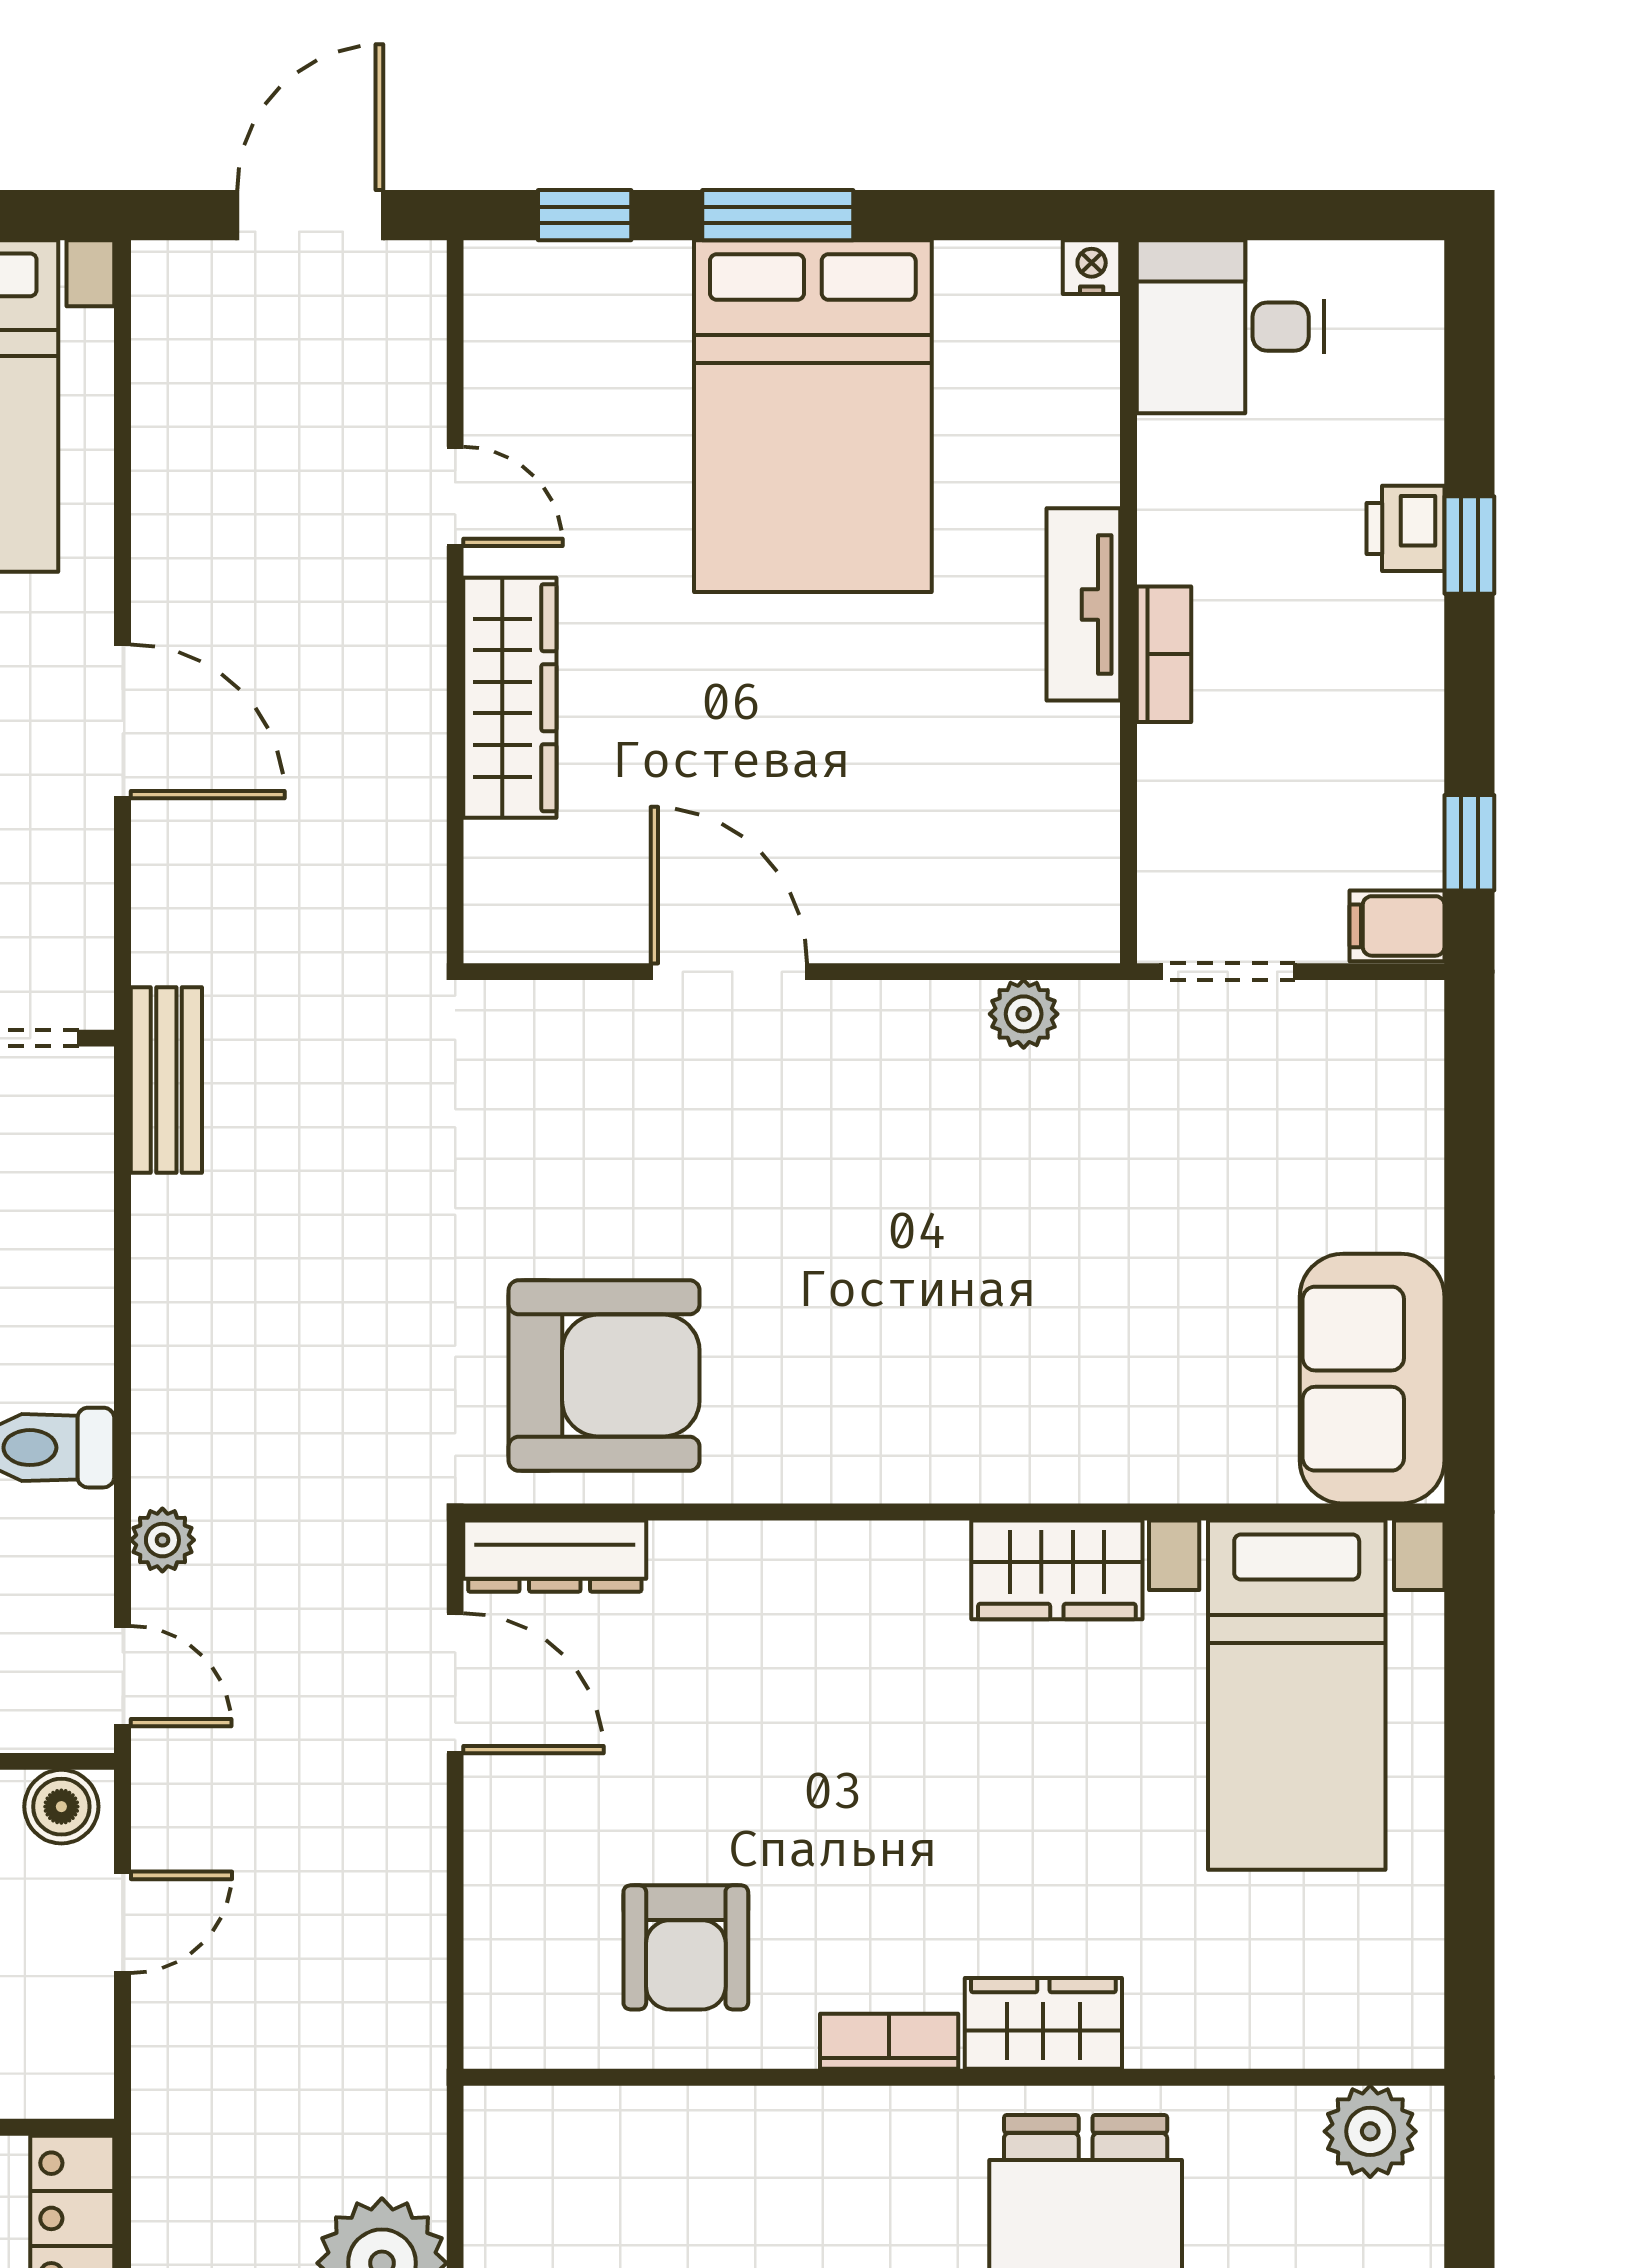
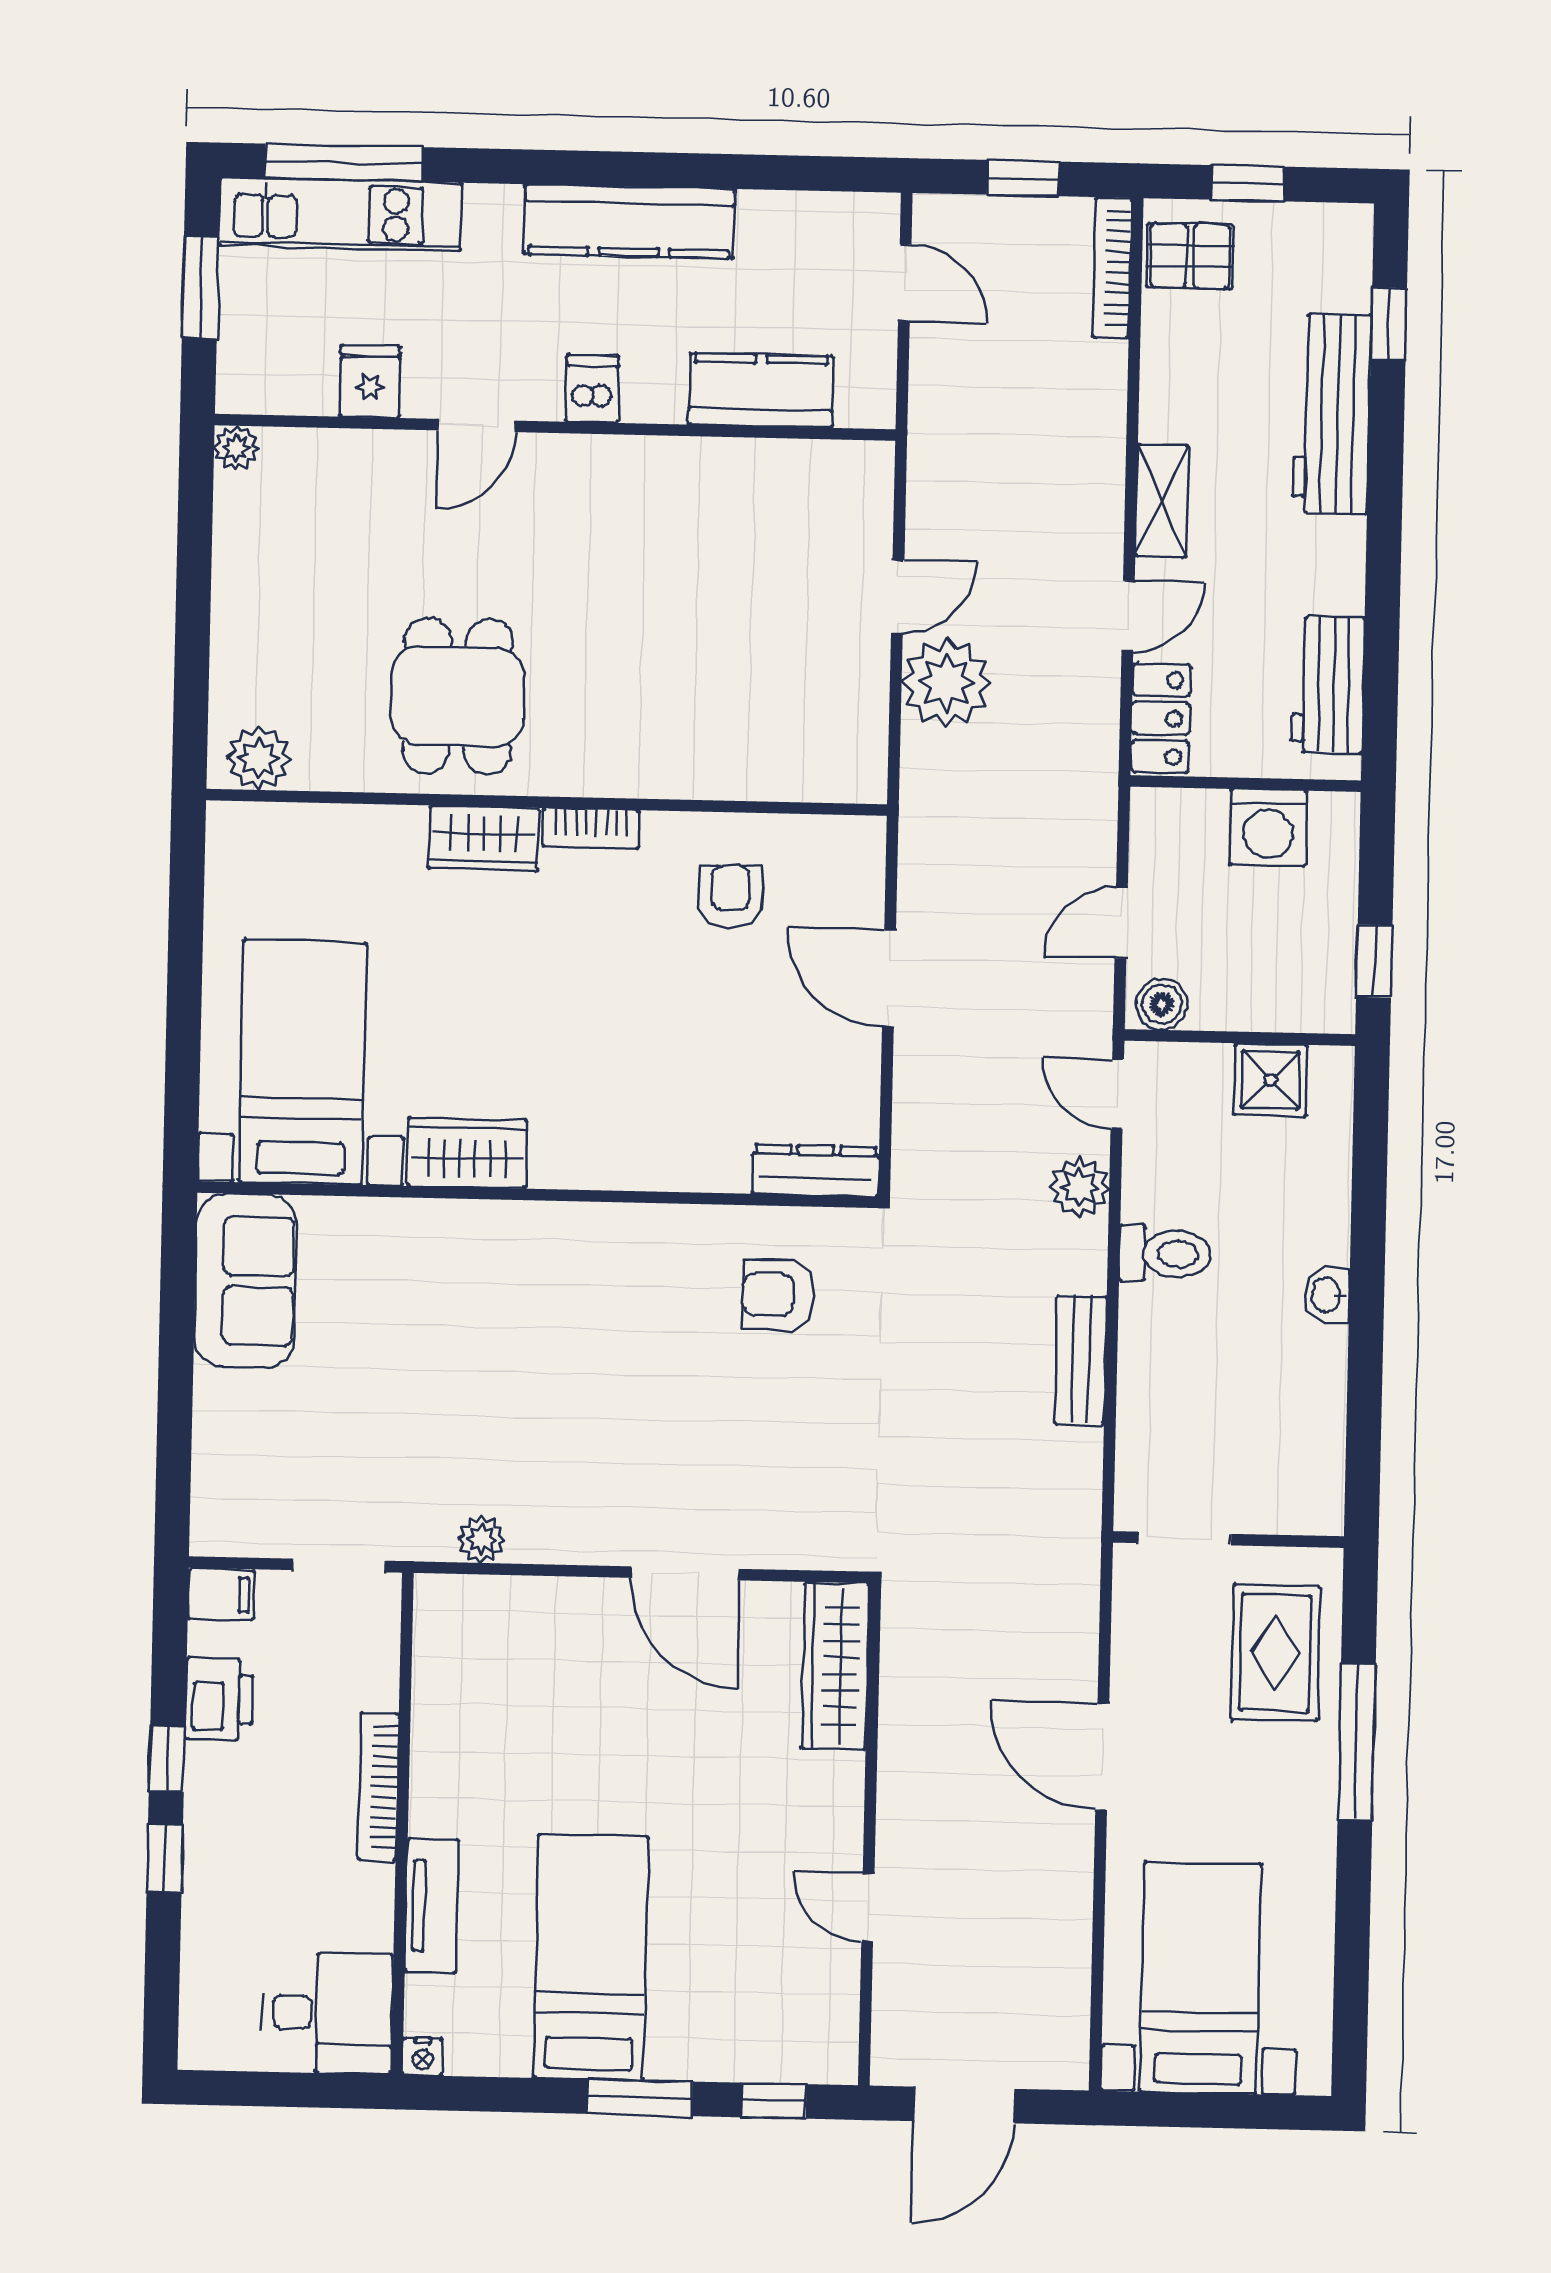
bed: (813, 416) -> (591, 1957), width x0.67
printer: (1406, 528) -> (219, 1699), moved, width x1.36, depth x1.24
tv unit: (1083, 604) -> (432, 1906), moved
bookcase: (1164, 654) -> (378, 1787), width x1.56
wardrobe: (510, 698) -> (835, 1666), moved
window: (1469, 843) -> (167, 1759), moved
bench: (166, 1080) -> (1081, 1360), moved
armchair: (604, 1376) -> (778, 1295), width x0.53, depth x0.53
plant: (162, 1540) -> (1079, 1188), width x1.38, depth x1.38
door: (455, 1683) -> (889, 978), moved
armchair: (686, 1947) -> (731, 897), width x0.72, depth x0.72

